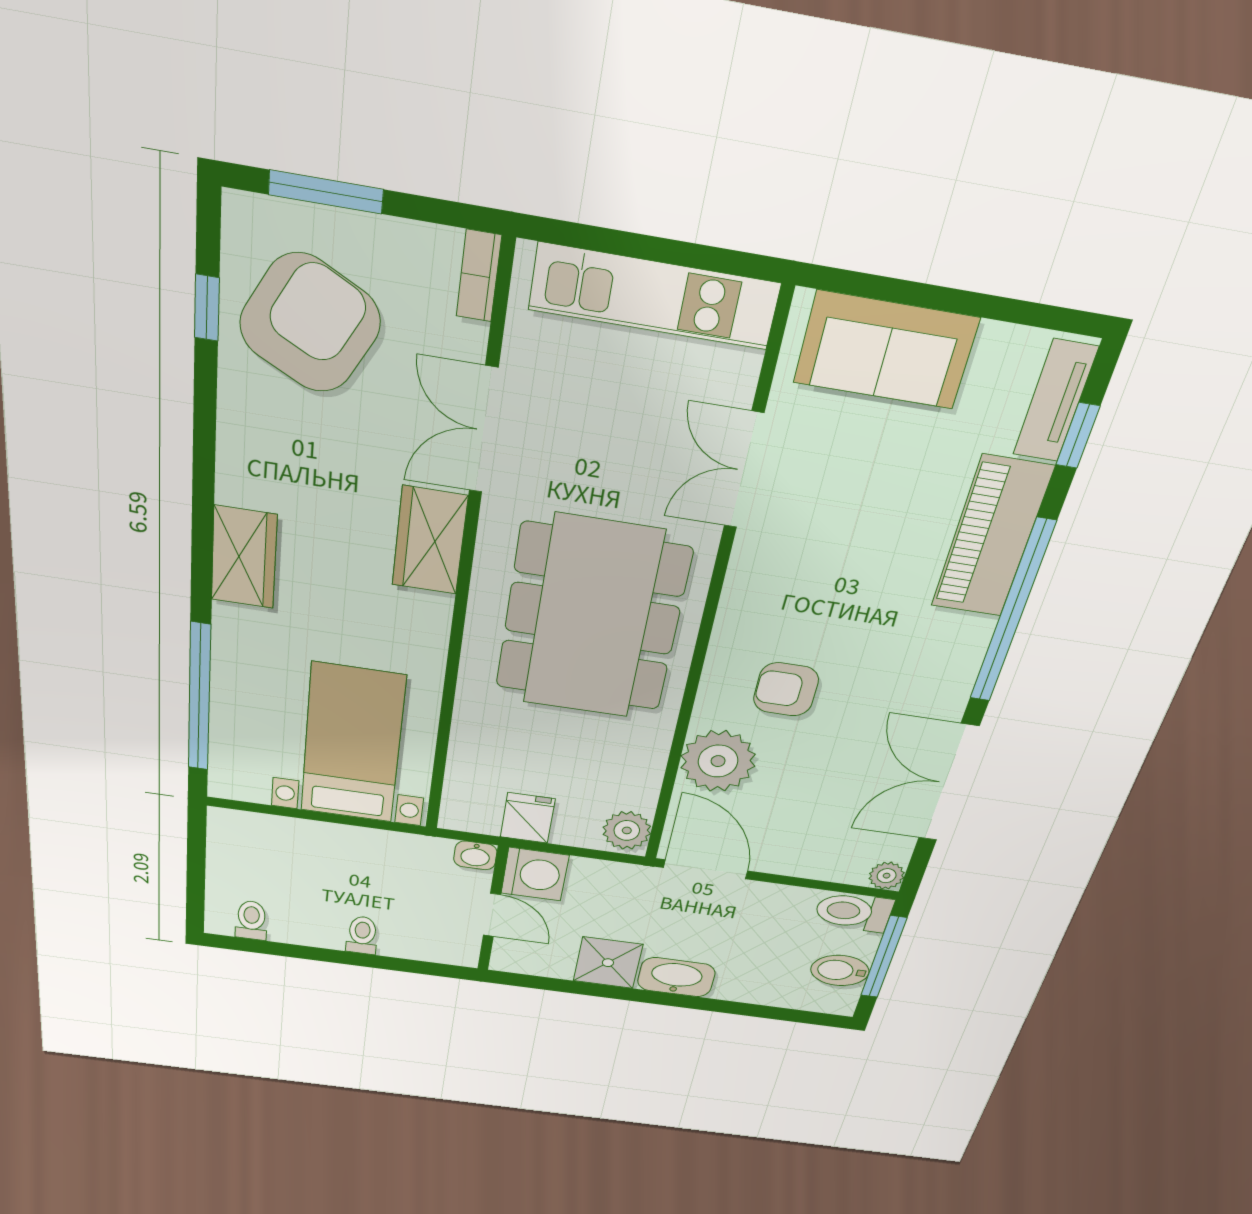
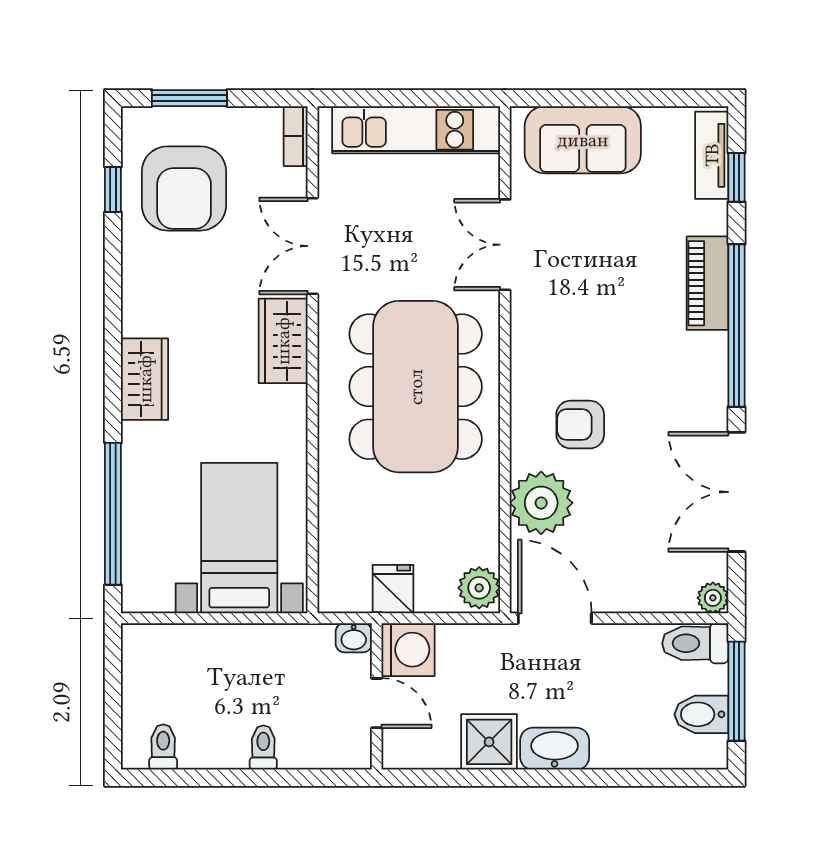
armchair: (310, 323) -> (184, 188), turned 152
piano: (992, 537) -> (708, 283), width x0.73, depth x0.75

